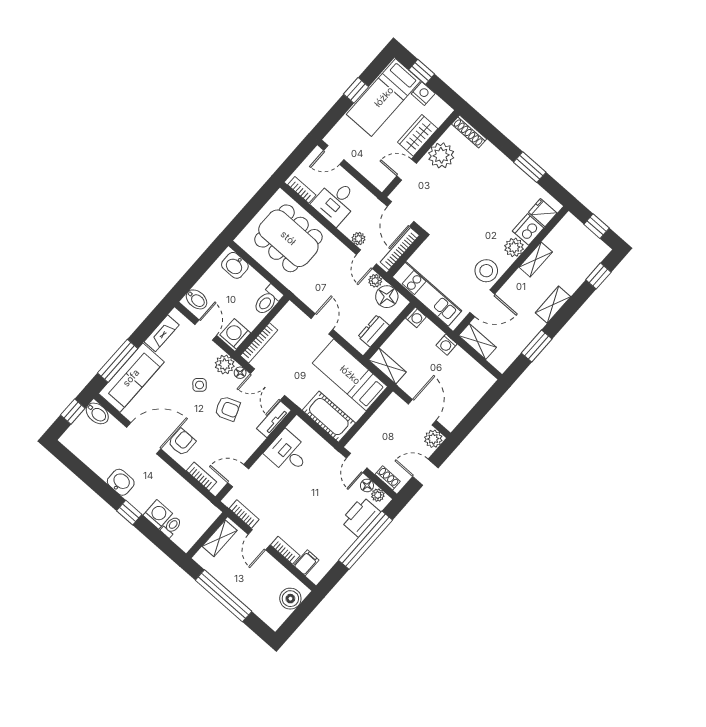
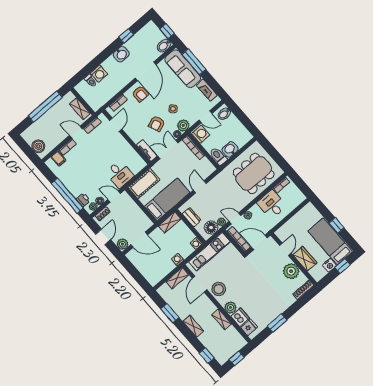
door: (334, 155) -> (300, 207), removed
washbasin: (235, 265) -> (230, 149), moved
door: (322, 324) -> (200, 187), swing flipped
desk: (288, 453) -> (120, 174), moved, turned 90
window: (129, 513) -> (126, 36), moved
printer: (360, 517) -> (83, 200), width x0.53, depth x0.68

